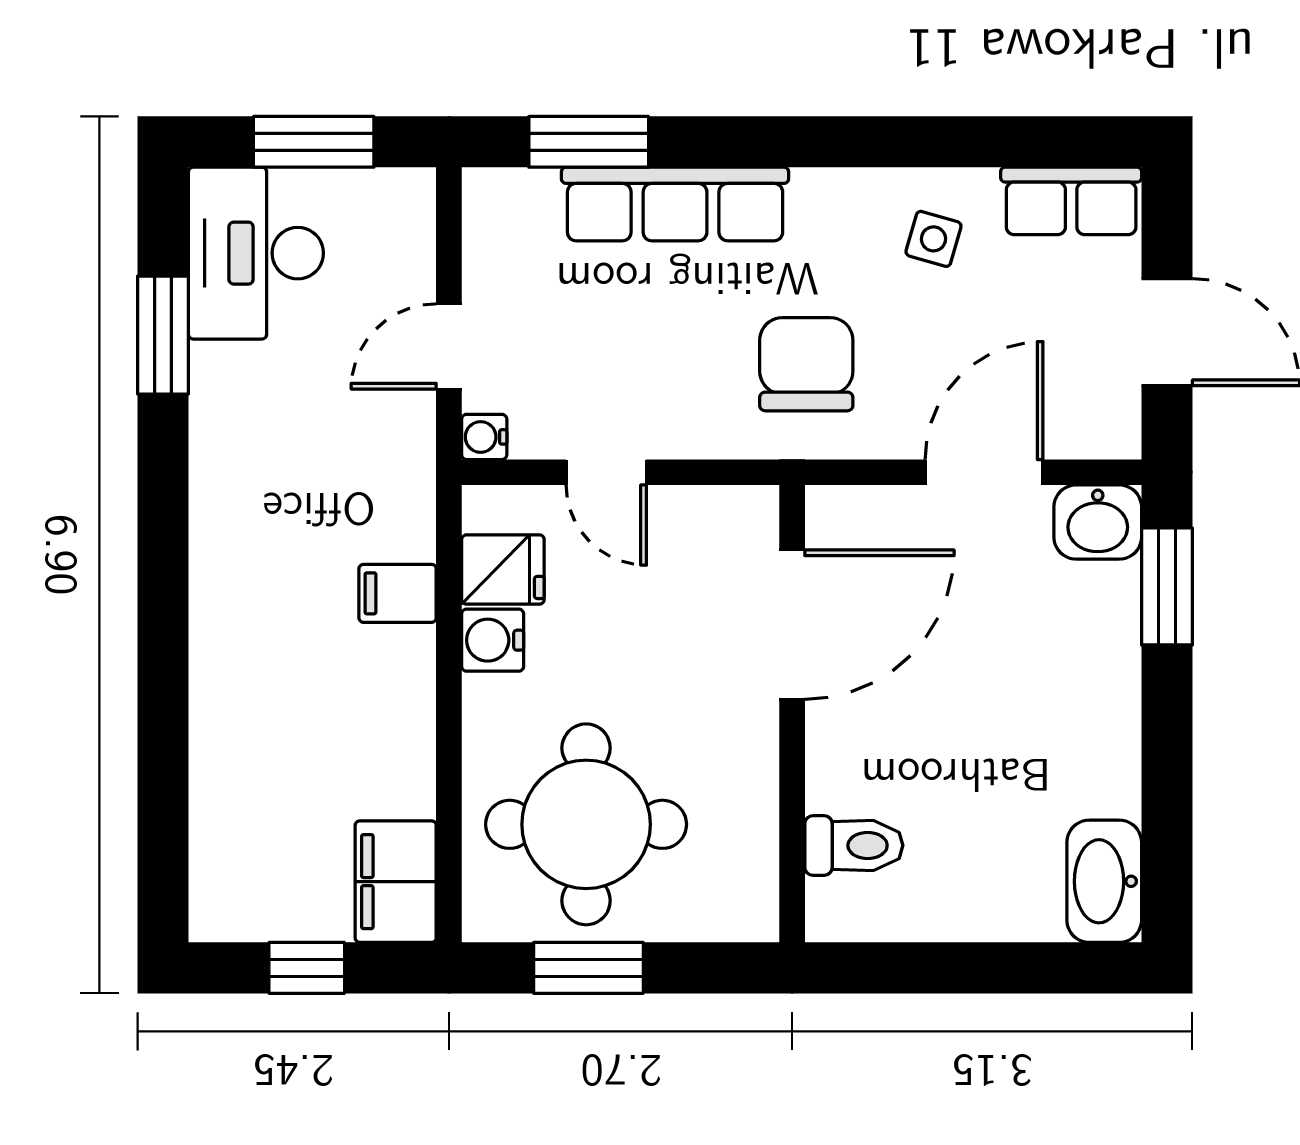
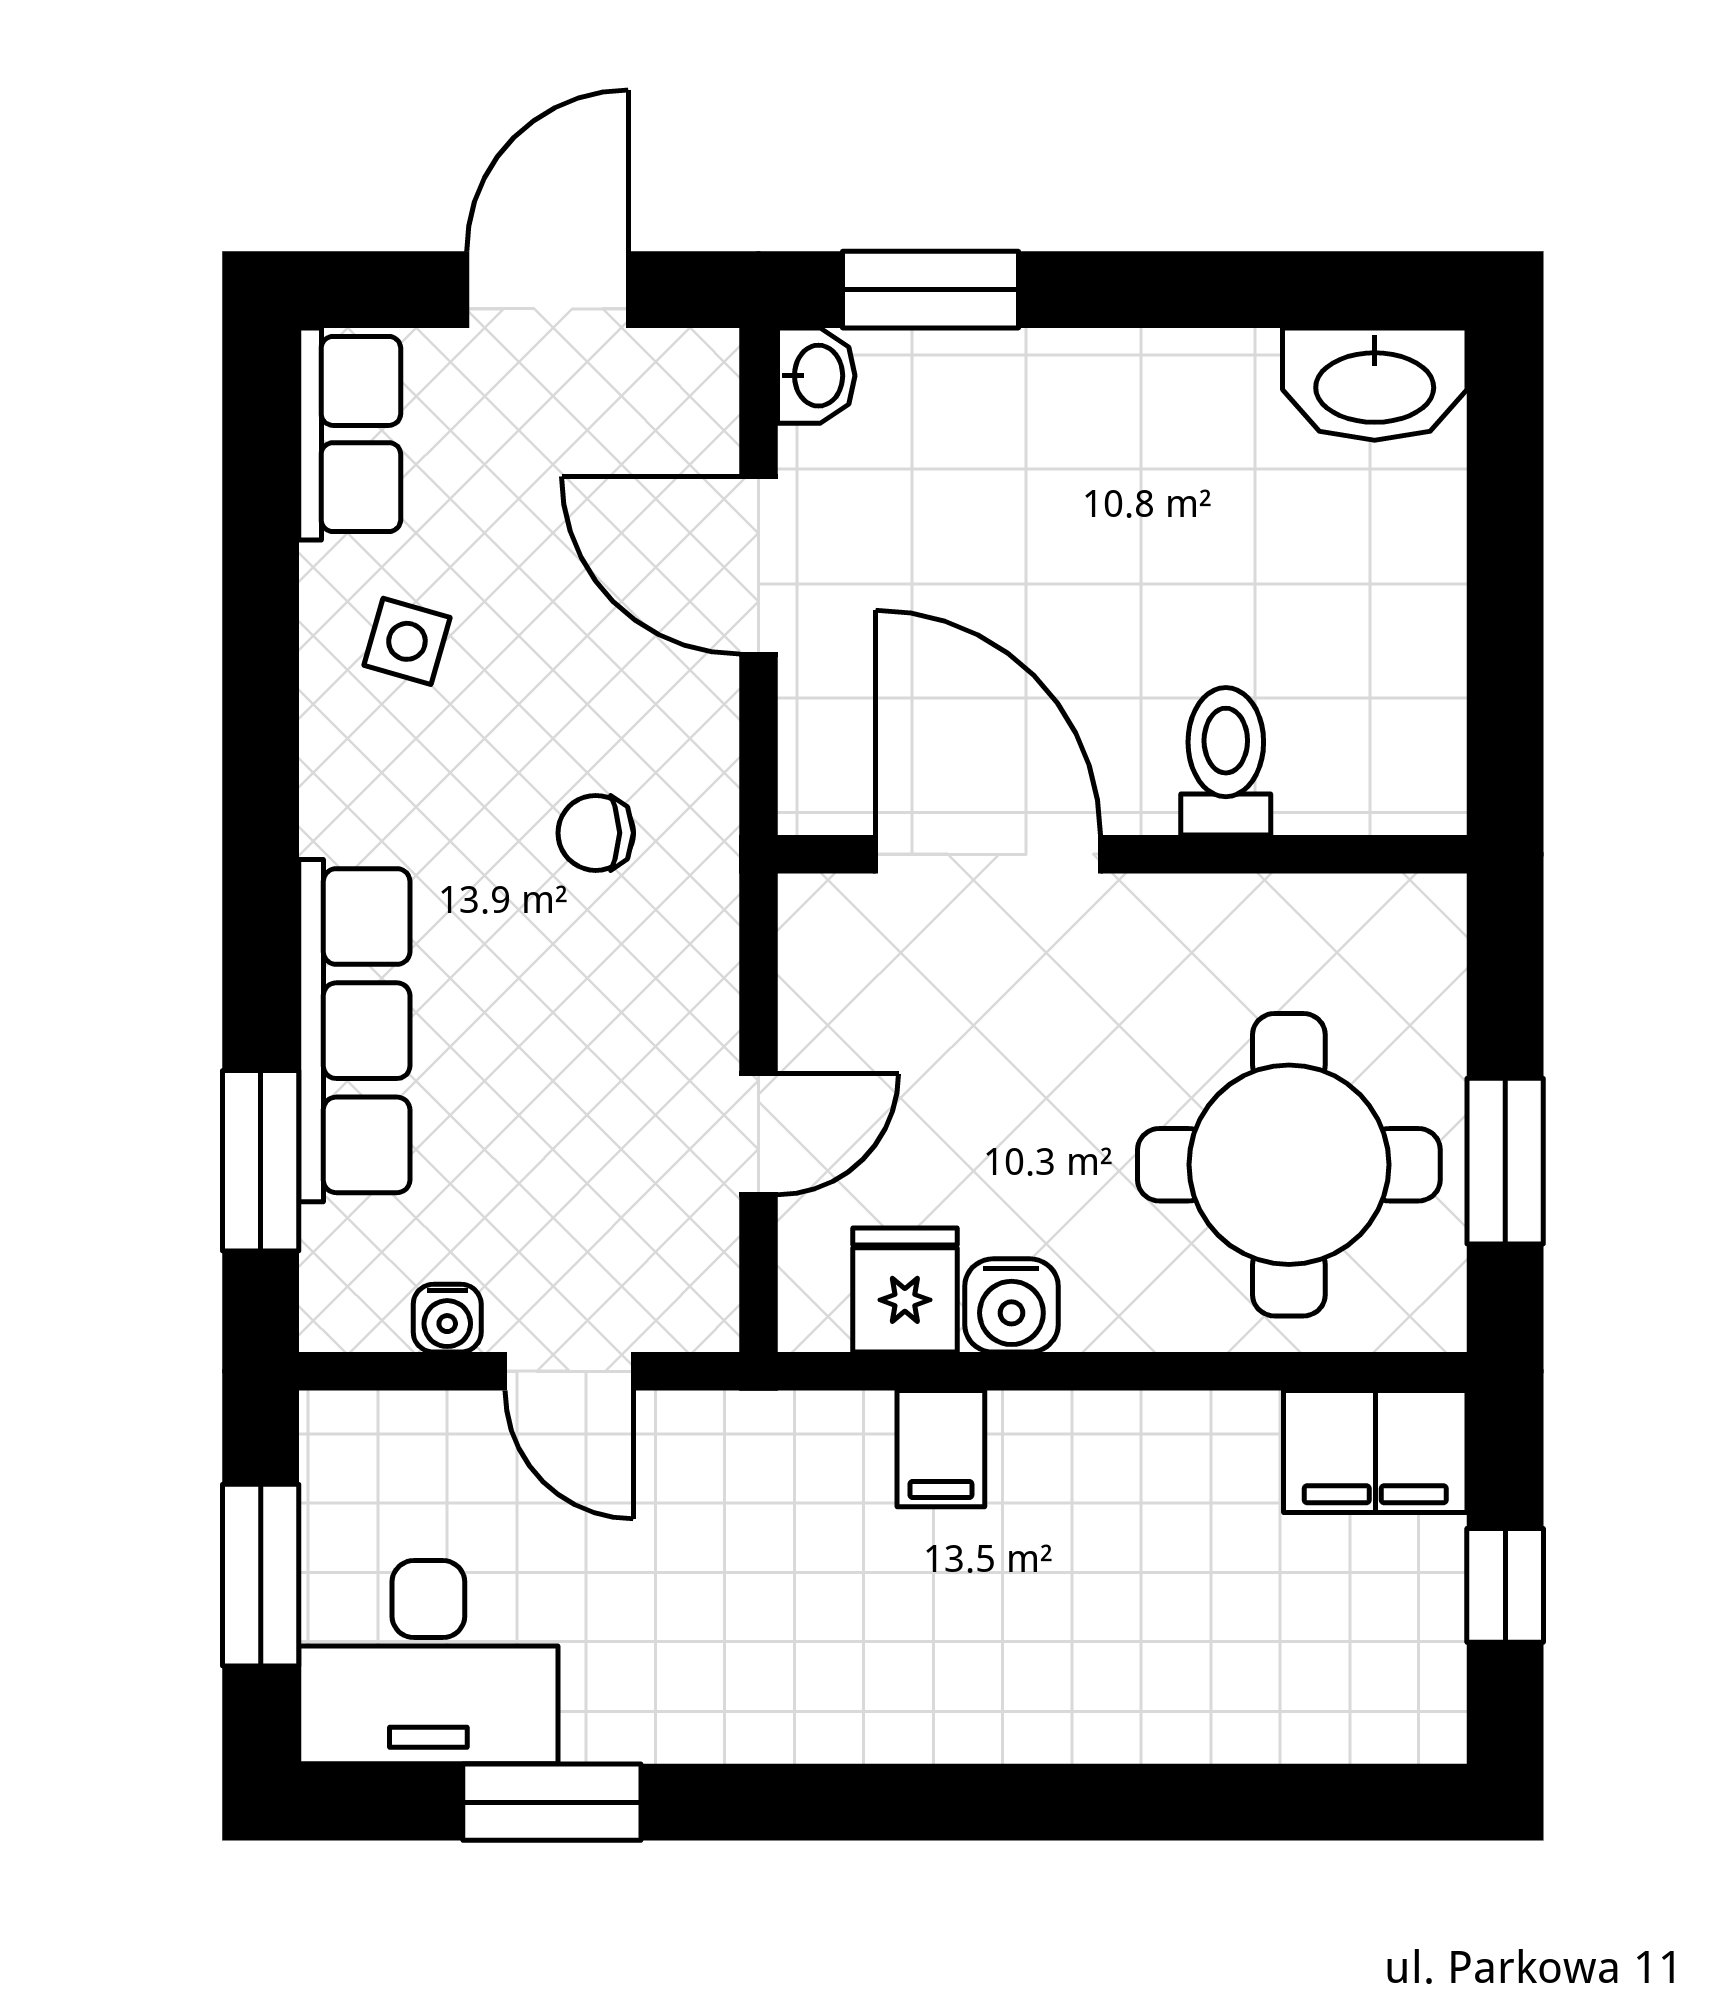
chair: (806, 364) -> (596, 833), width x0.54, depth x0.54
water cooler: (484, 437) -> (447, 1318), moved
washbasin: (1098, 522) -> (816, 376), width x0.72, depth x0.69
toilet: (854, 845) -> (1226, 761), moved

